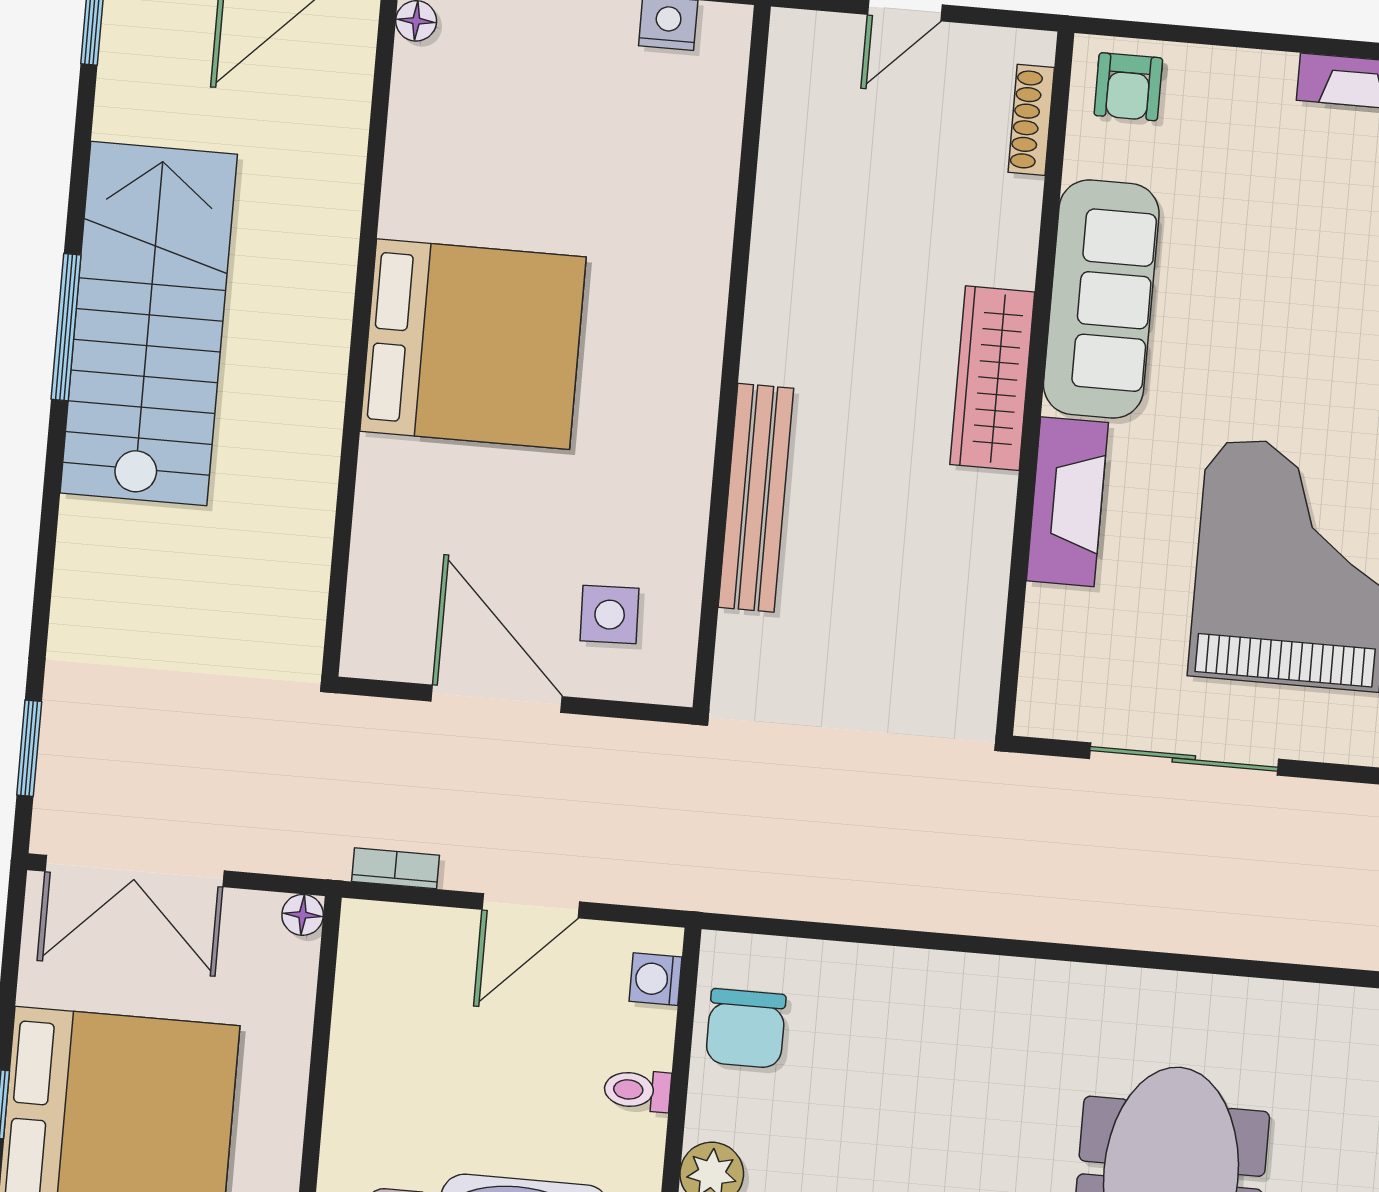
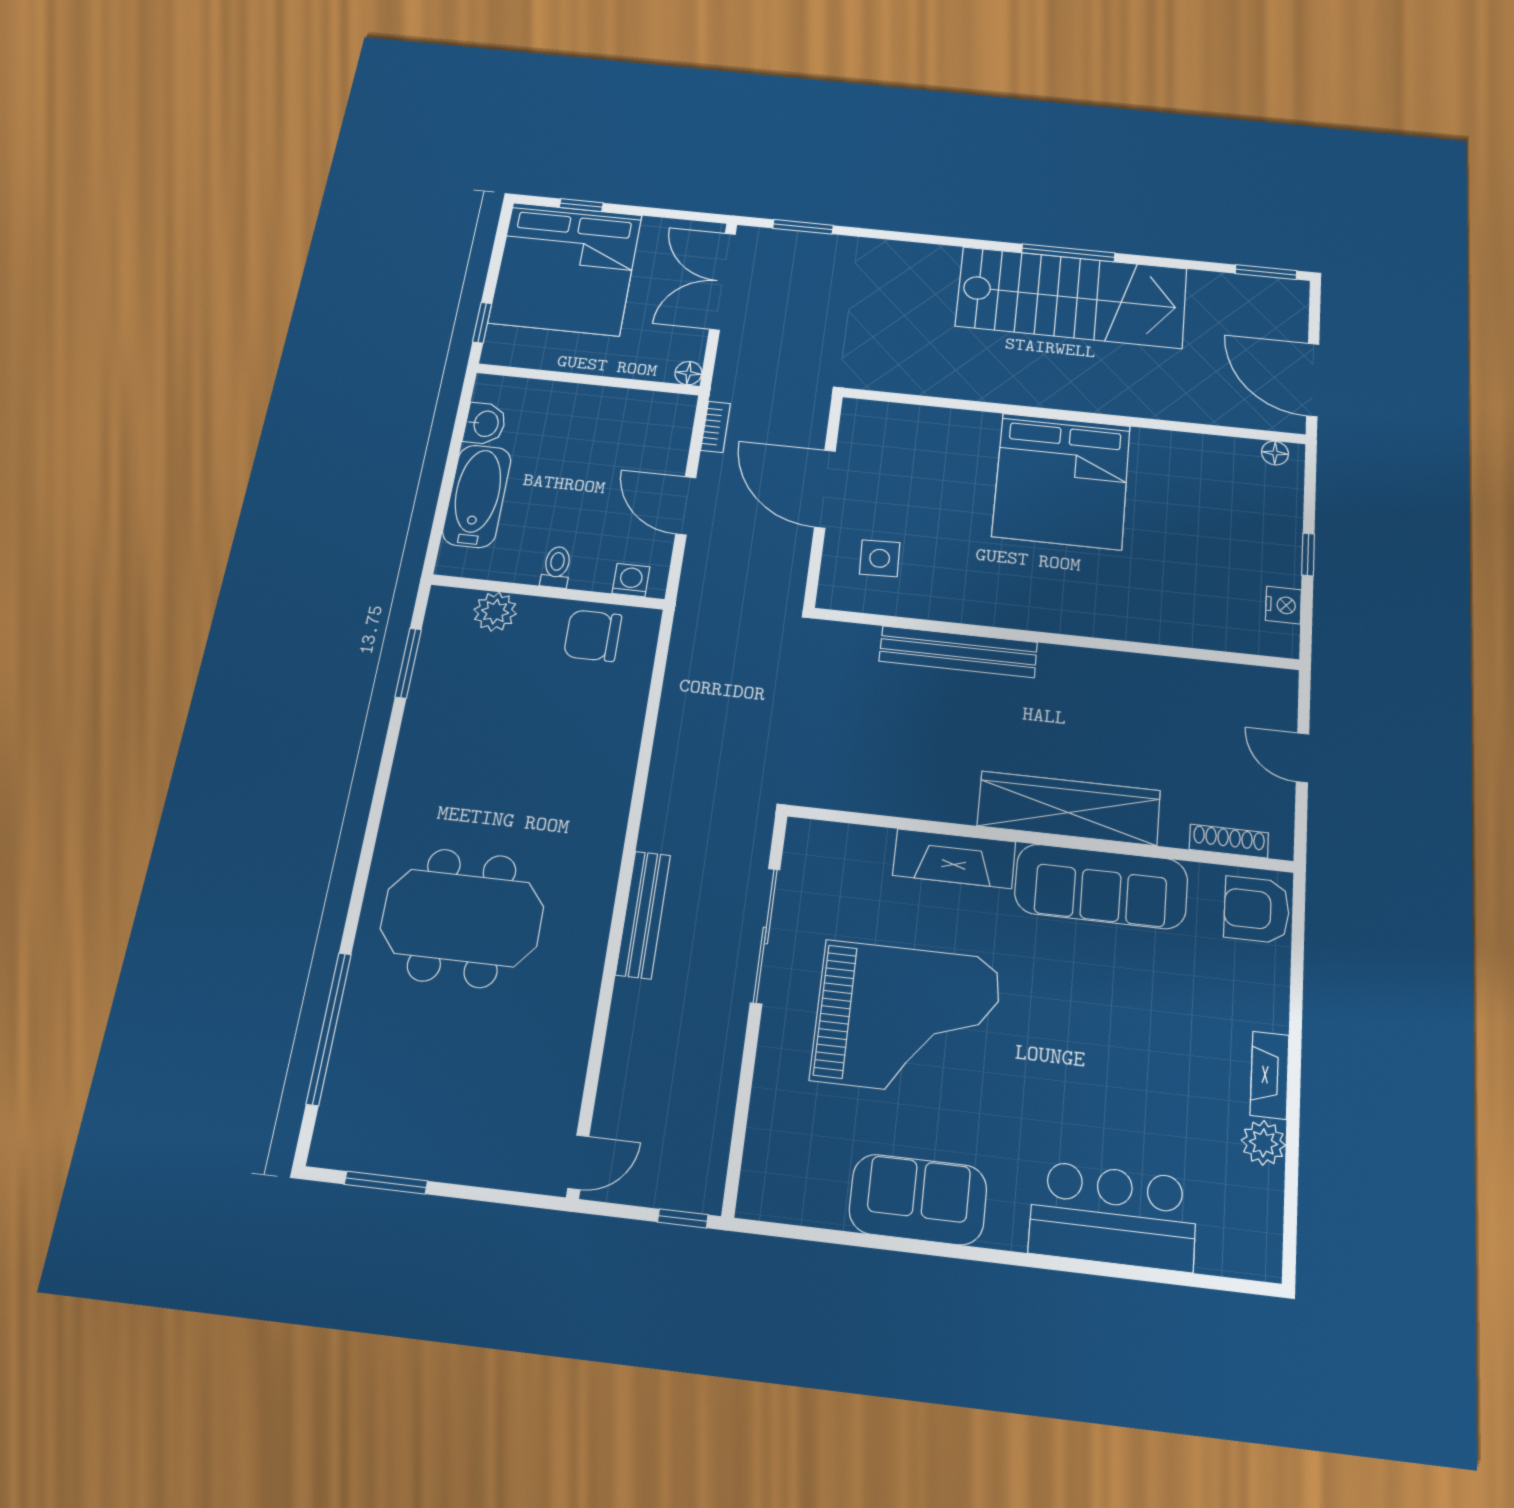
armchair: (1128, 87) -> (1257, 910), width x1.38, depth x1.38
wardrobe: (992, 378) -> (1069, 808), width x1.40, depth x1.17
door: (497, 699) -> (825, 489), swing flipped
bench: (1159, 928) -> (643, 915), added

